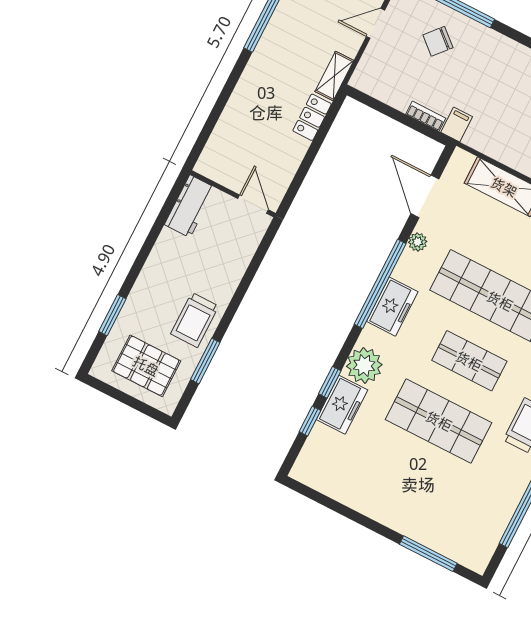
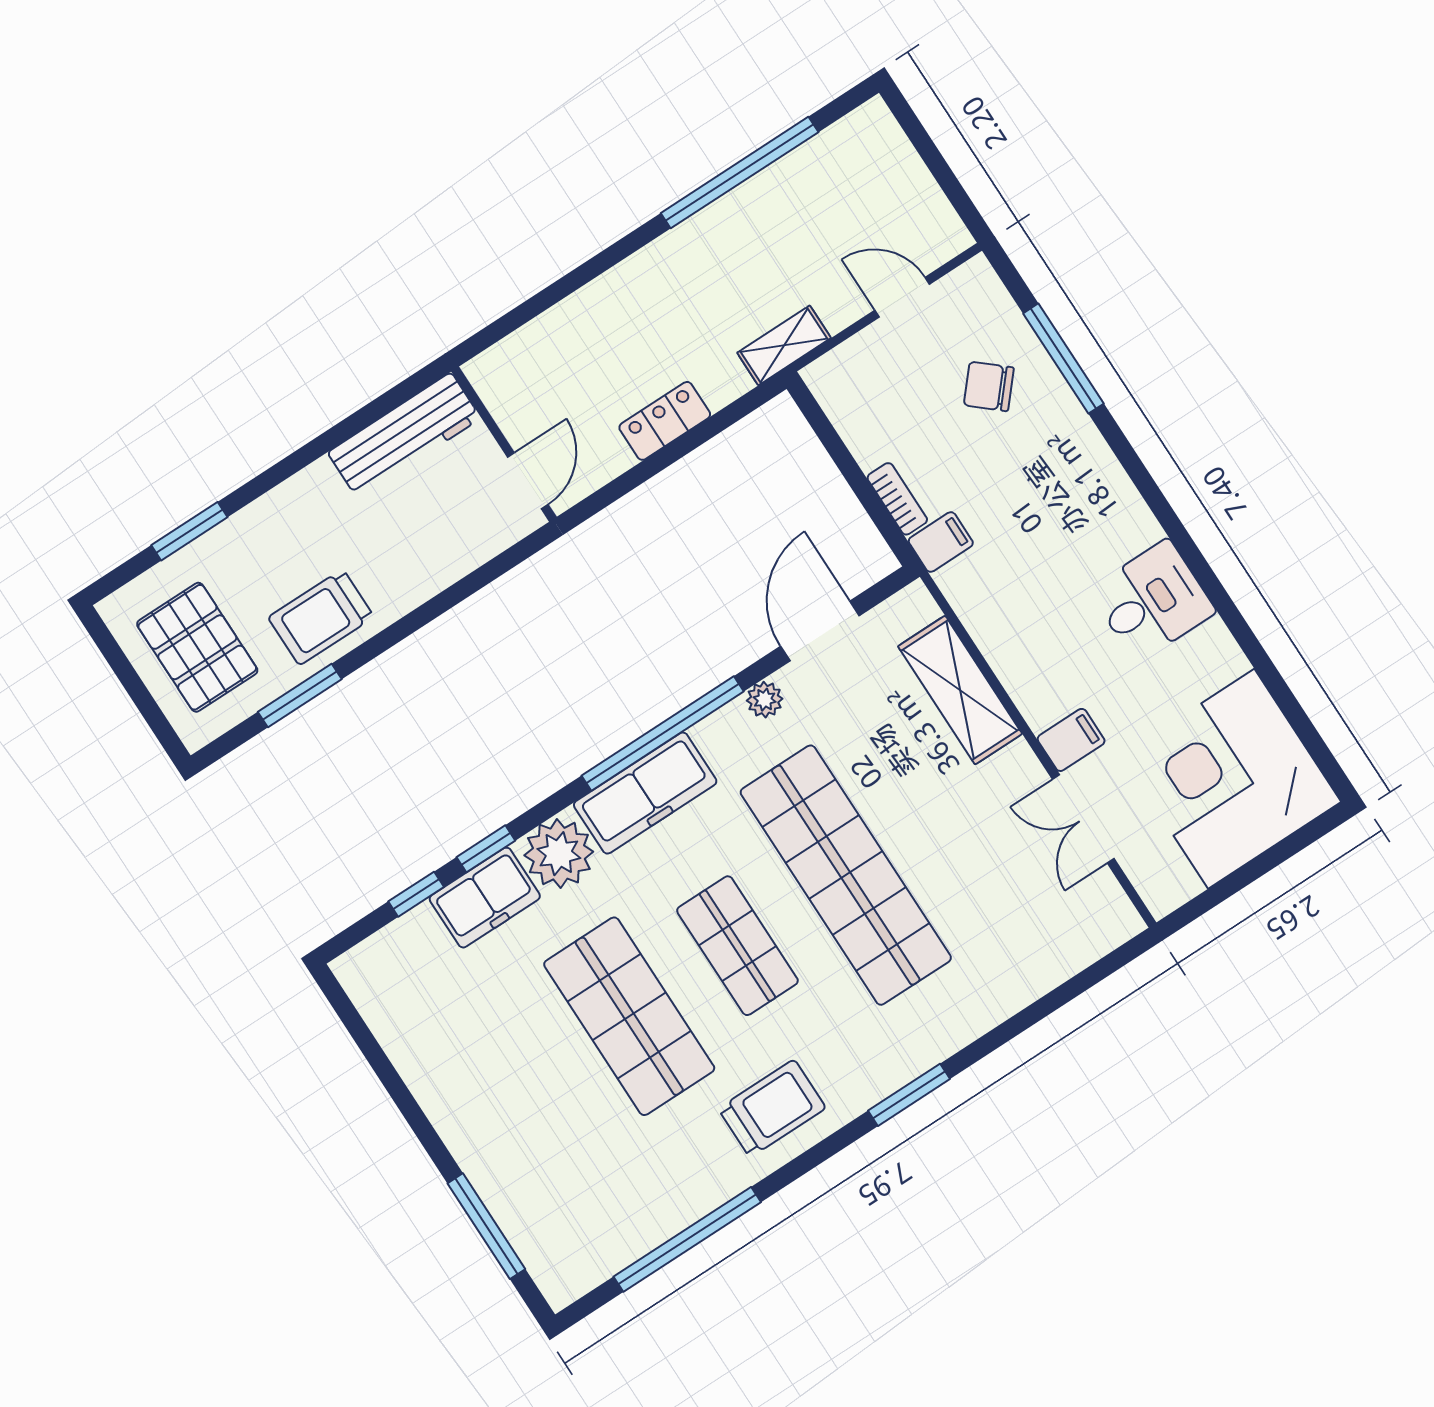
locker: (312, 117) -> (665, 421), moved
workbench: (190, 206) -> (404, 435), width x1.38
freezer: (392, 307) -> (645, 793), width x1.40

